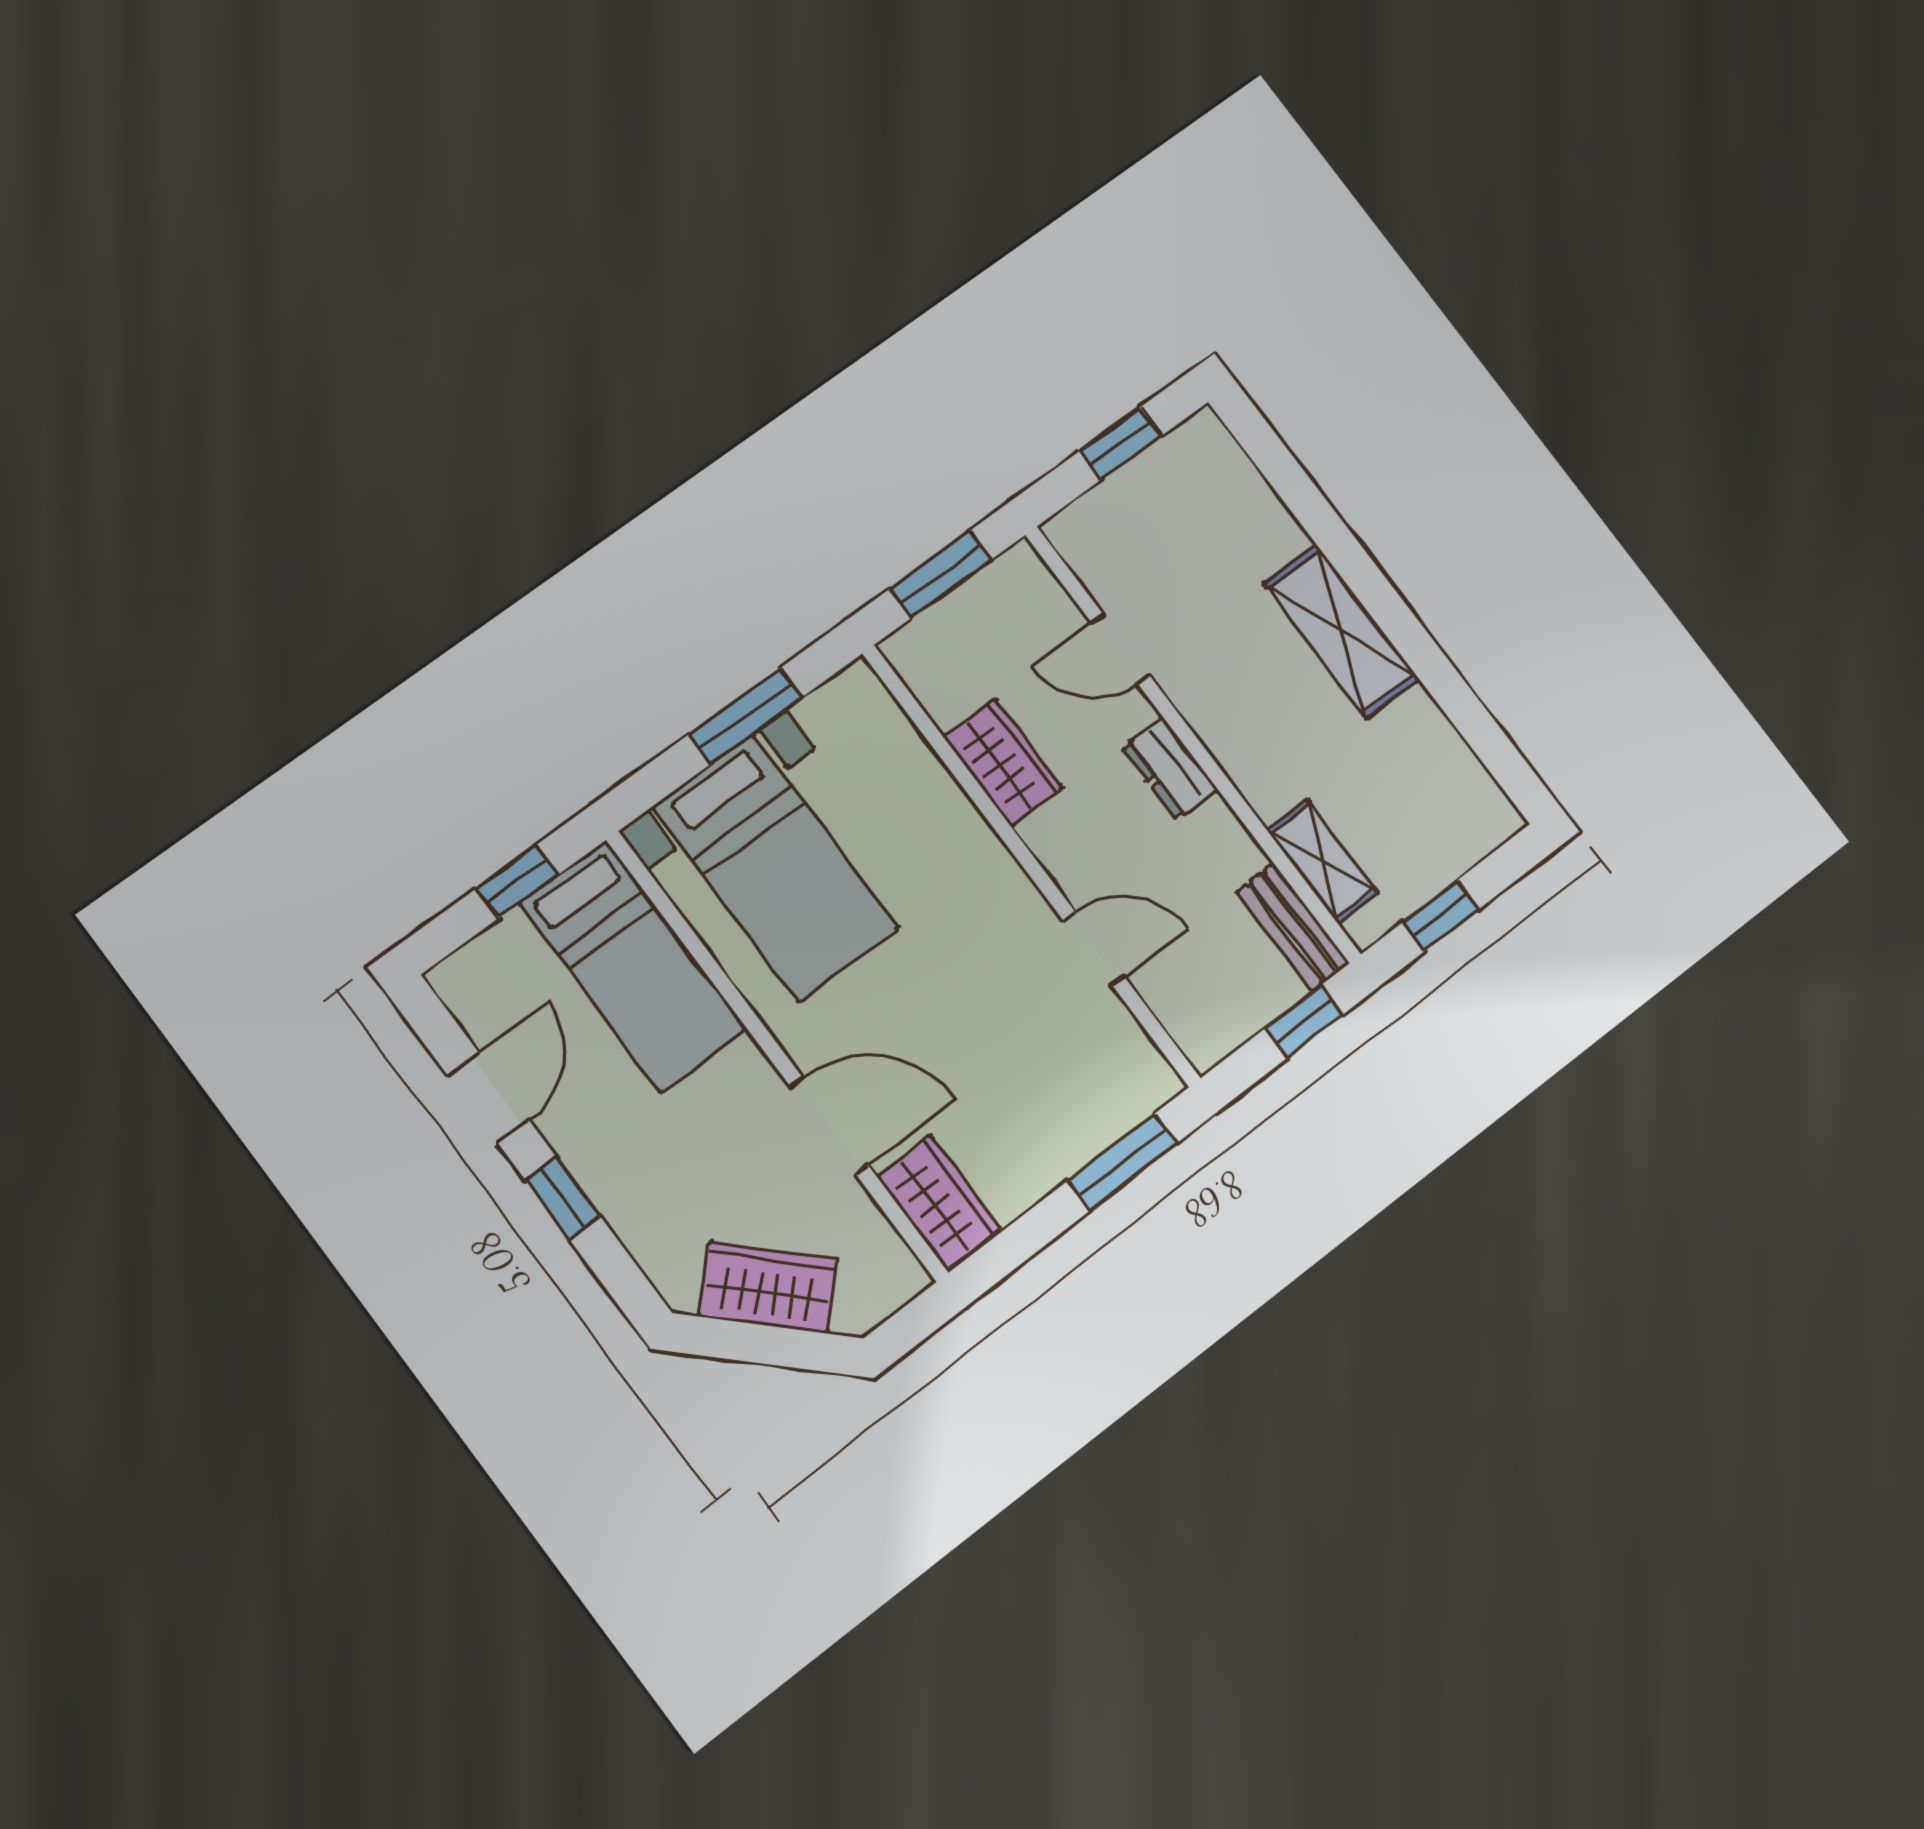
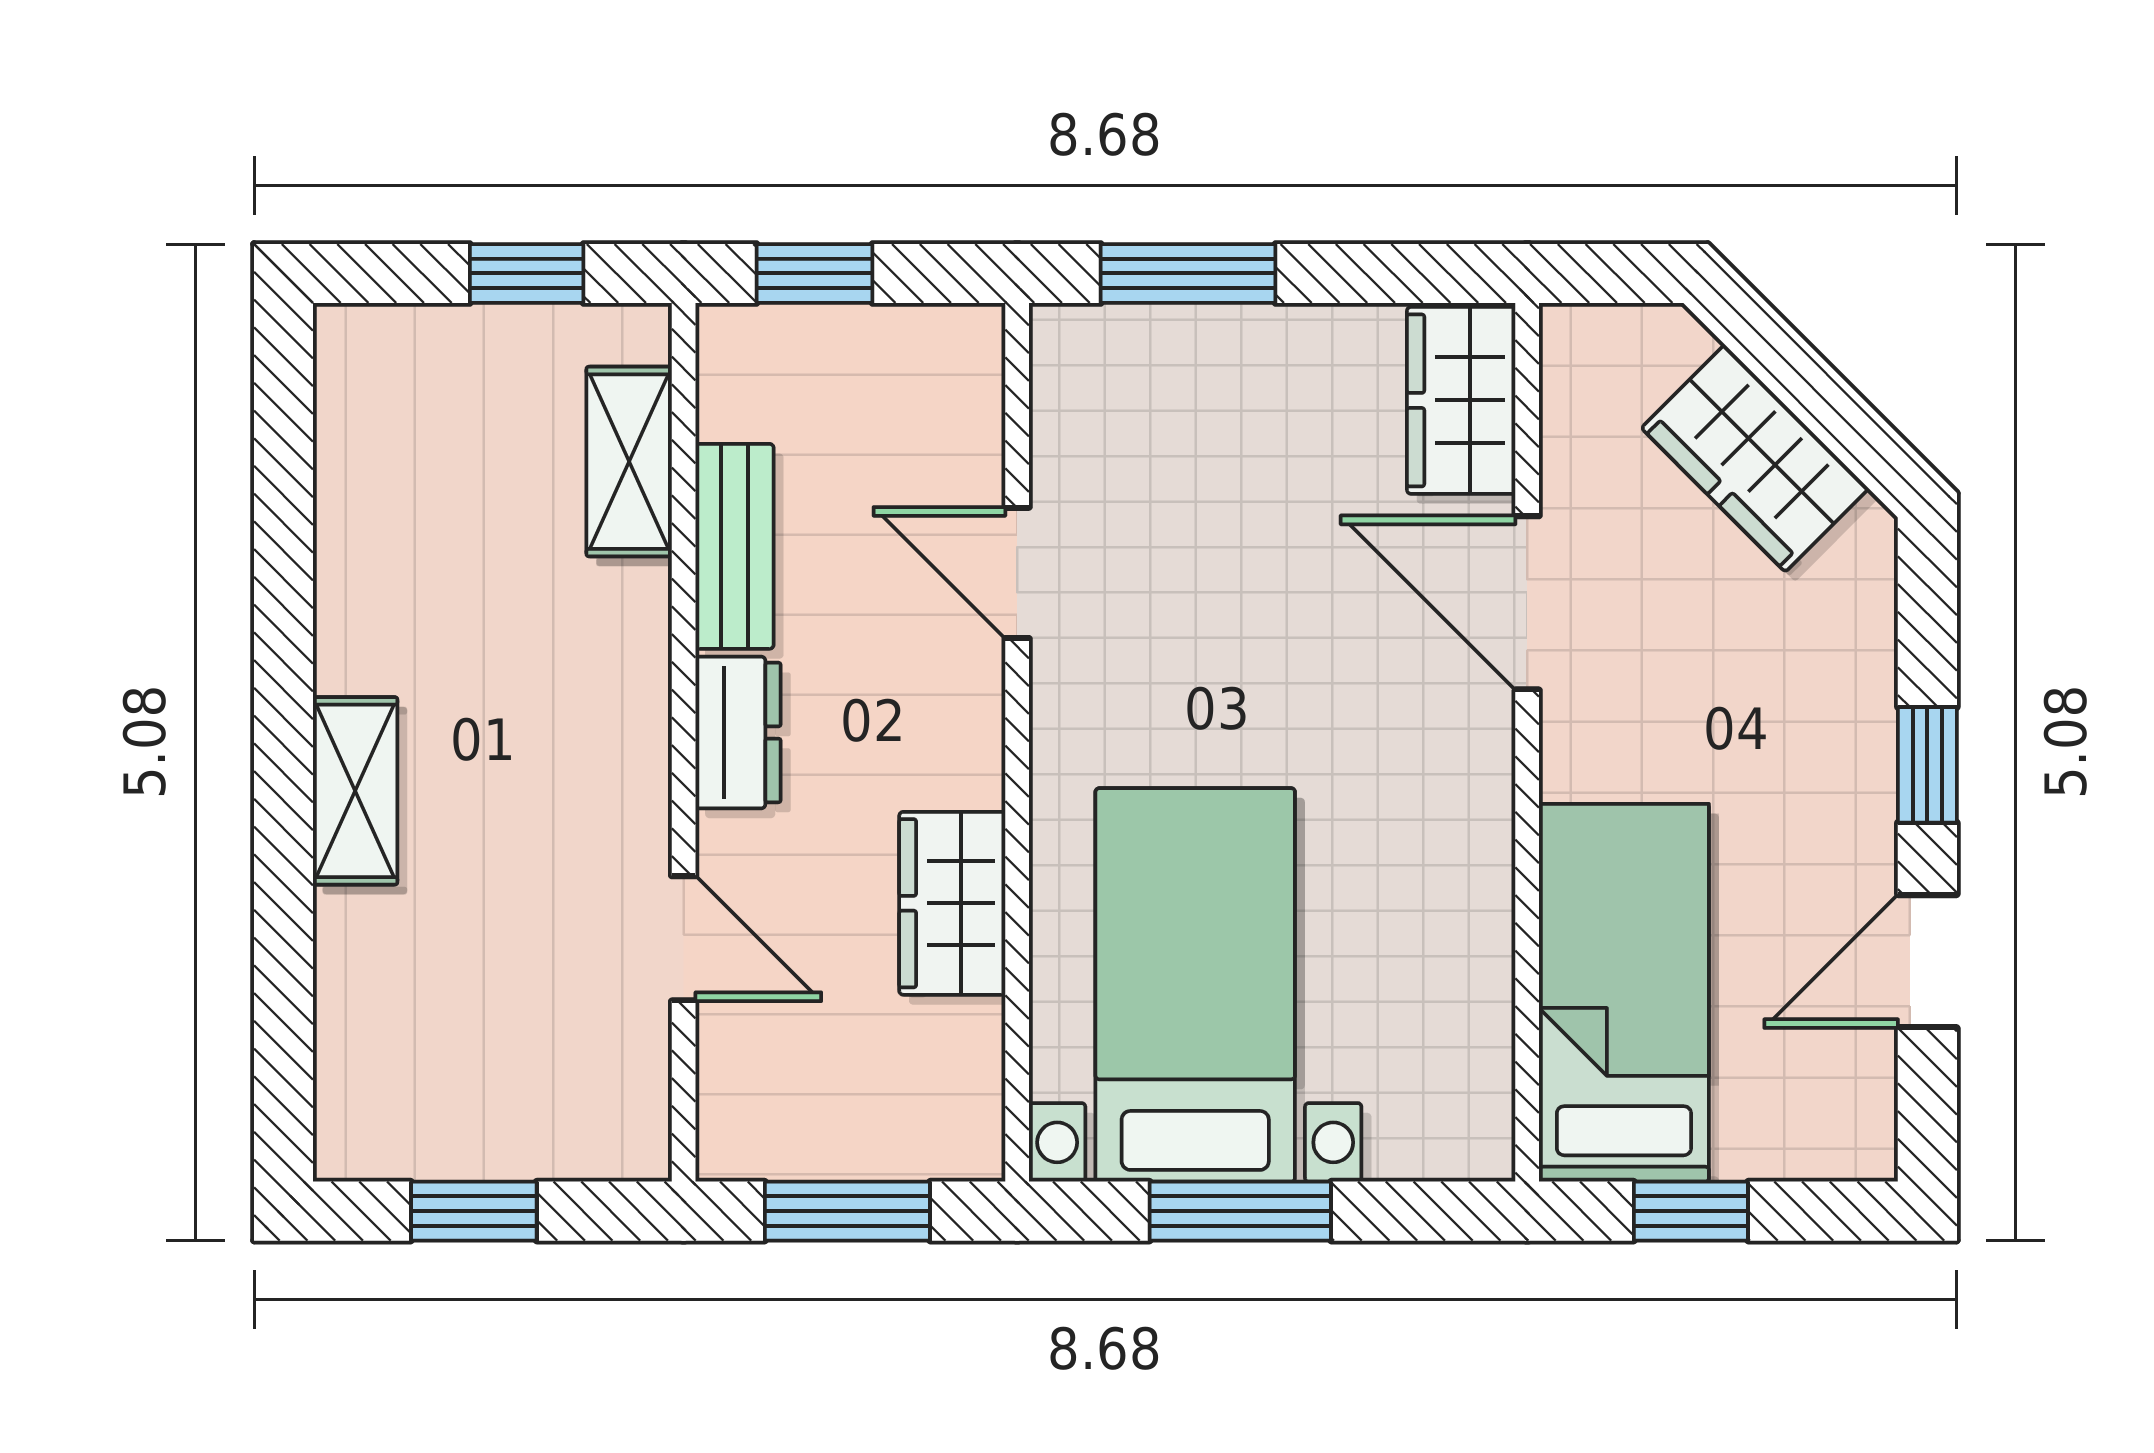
shelving: (1341, 631) -> (355, 791), width x0.67, depth x0.75
bed with nightstands: (776, 868) -> (1195, 985), moved
bench: (1293, 927) -> (735, 546), moved

